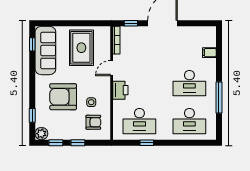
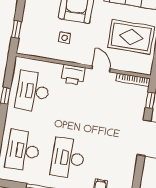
armchair: (93, 122) -> (40, 36), removed
window: (78, 143) -> (16, 29), moved

